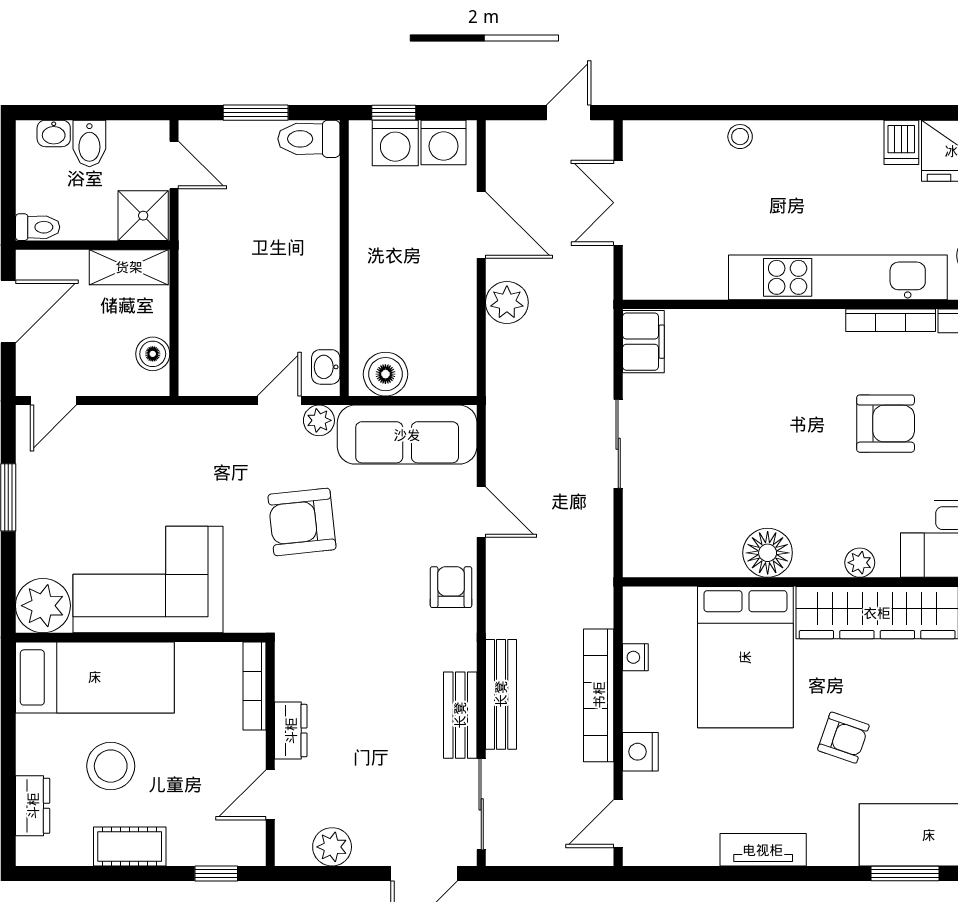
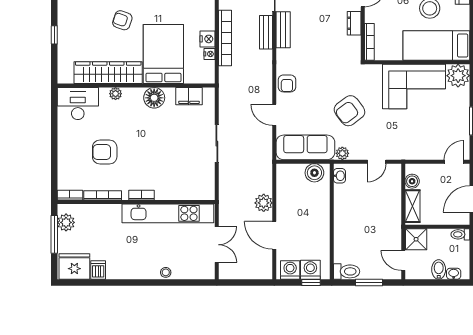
door: (569, 113) -> (238, 282), removed
shelving: (129, 267) -> (412, 206), moved, turned 90
kitchen unit: (838, 277) -> (168, 213), moved
bookcase: (798, 321) -> (142, 195), added
filing cabinet: (643, 342) -> (189, 96), moved, turned -90
door: (279, 401) -> (377, 162), moved
armchair: (302, 522) -> (349, 111), turned 149
bench: (501, 694) -> (266, 32), width x0.73
nightstand: (640, 752) -> (208, 39), moved

